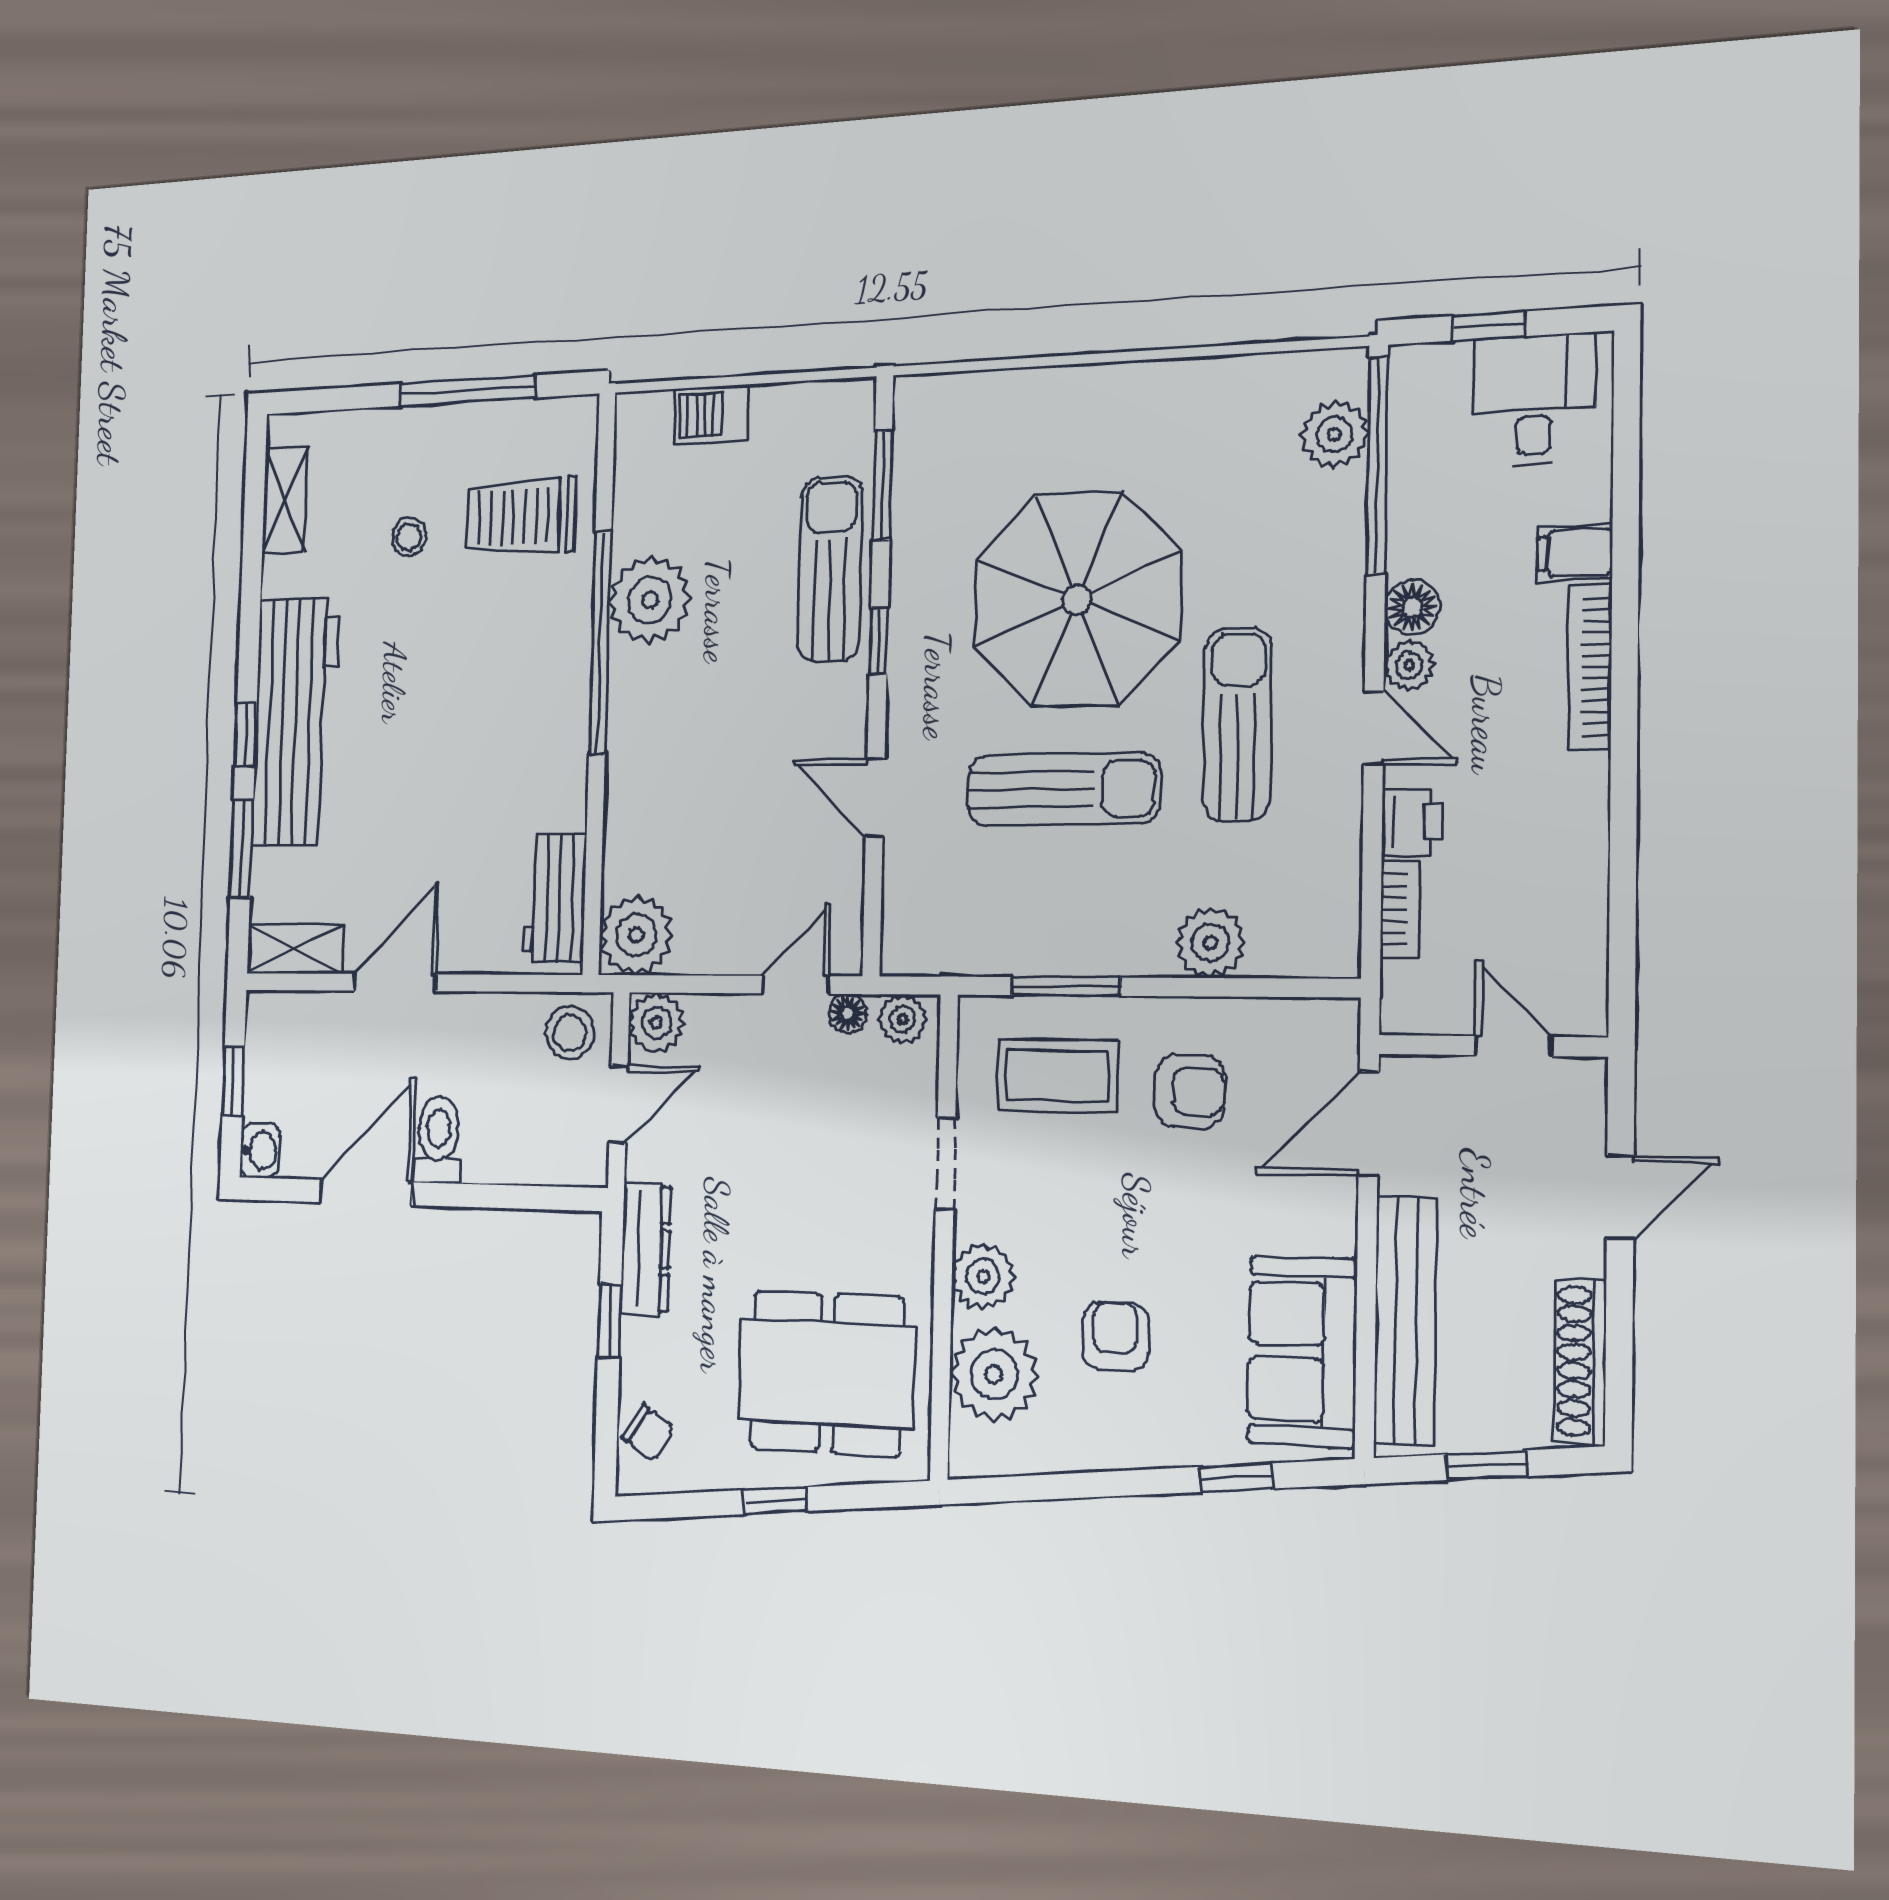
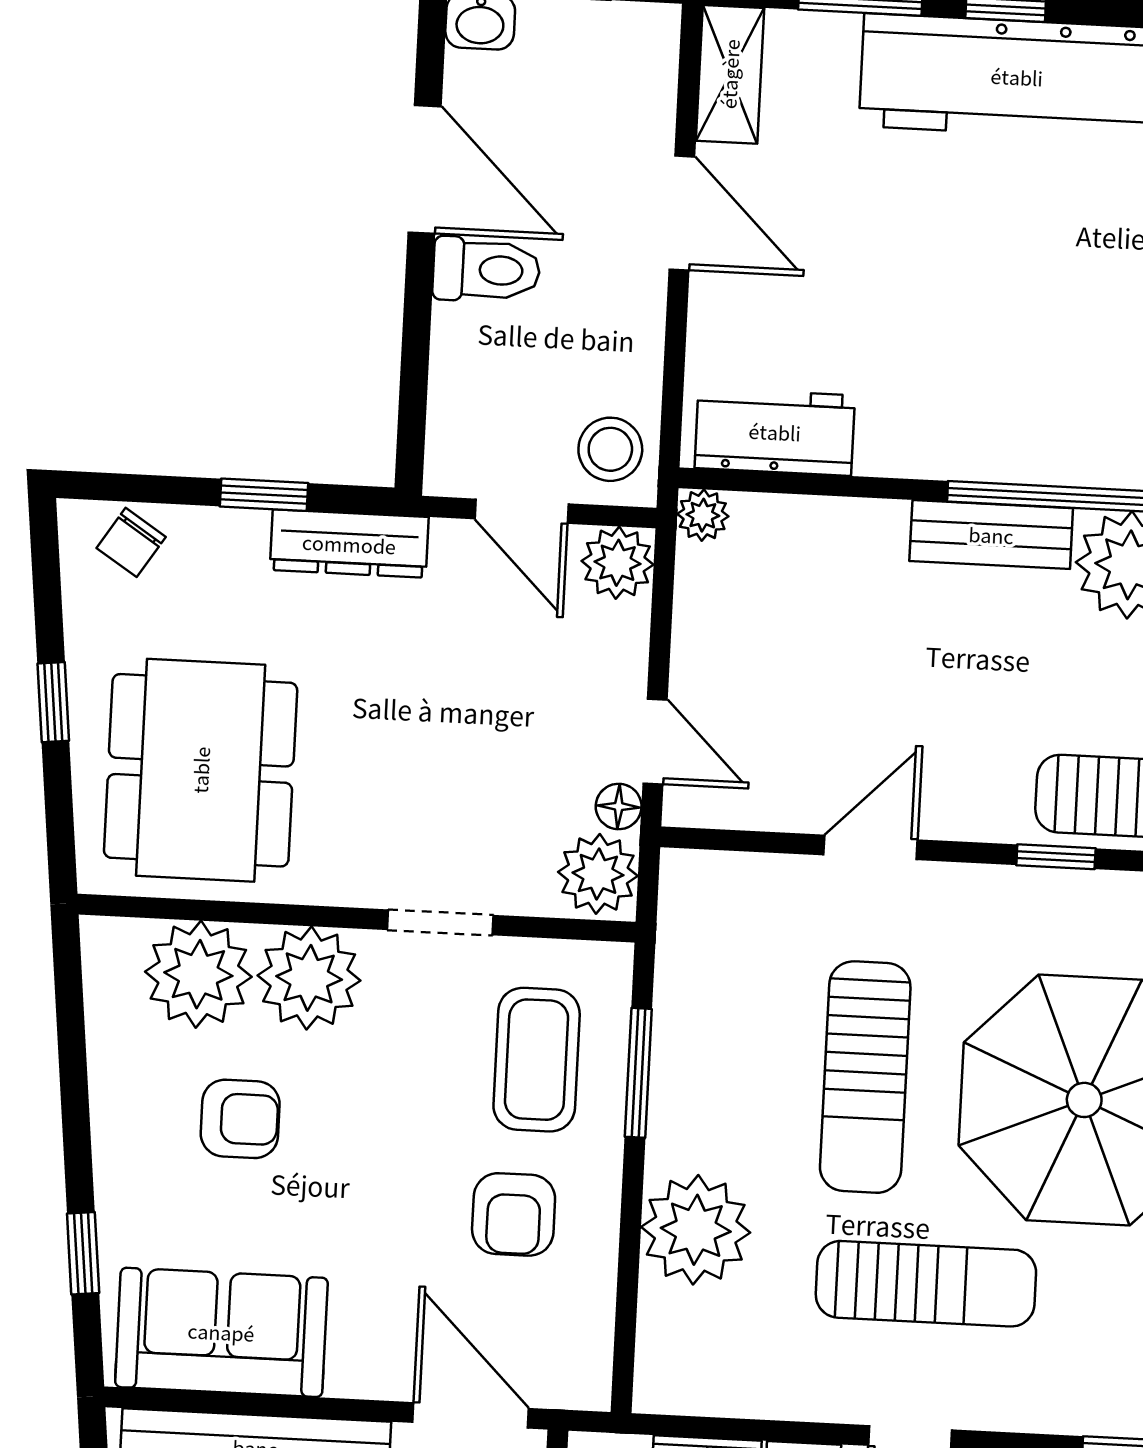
bench: (629, 715) -> (991, 535), added
plant: (636, 935) -> (703, 515), width x0.53, depth x0.53
plant: (1210, 942) -> (696, 1230), width x1.36, depth x1.36
plant: (903, 1019) -> (598, 874), width x1.38, depth x1.38
plant: (983, 1276) -> (309, 978), width x1.36, depth x1.36

